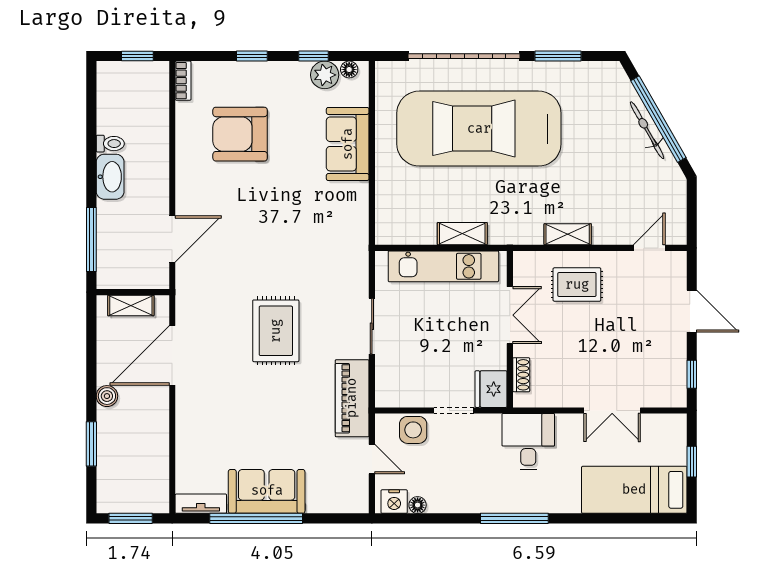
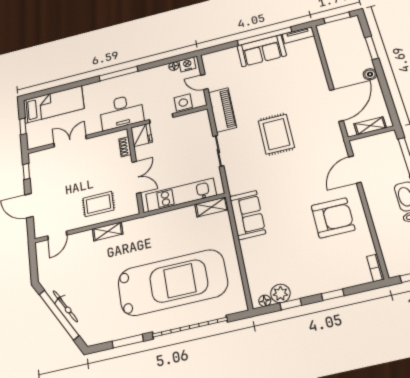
armchair: (240, 134) -> (333, 218), moved
sofa: (348, 144) -> (247, 215), moved
shelving: (462, 234) -> (211, 207), moved
double door: (510, 315) -> (136, 177), swing flipped
desk: (528, 442) -> (122, 112), width x1.37

